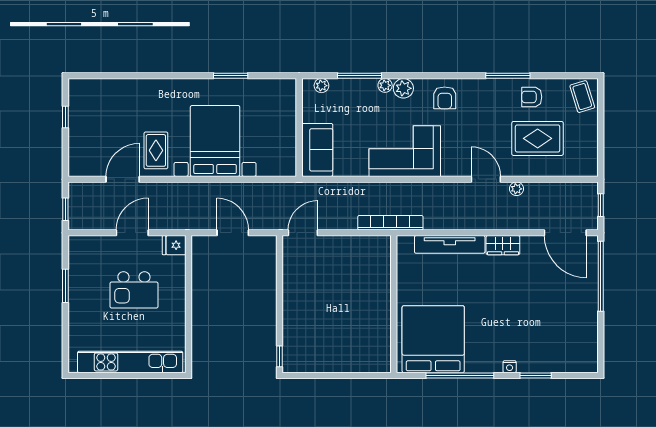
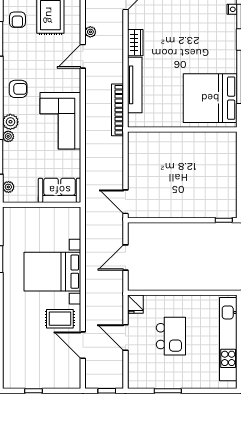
bookcase: (390, 223) -> (117, 110), moved
nightstand: (510, 367) -> (232, 9), moved

